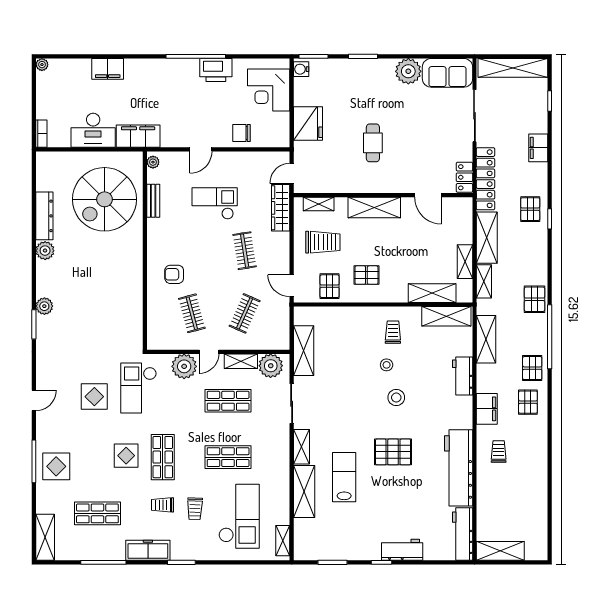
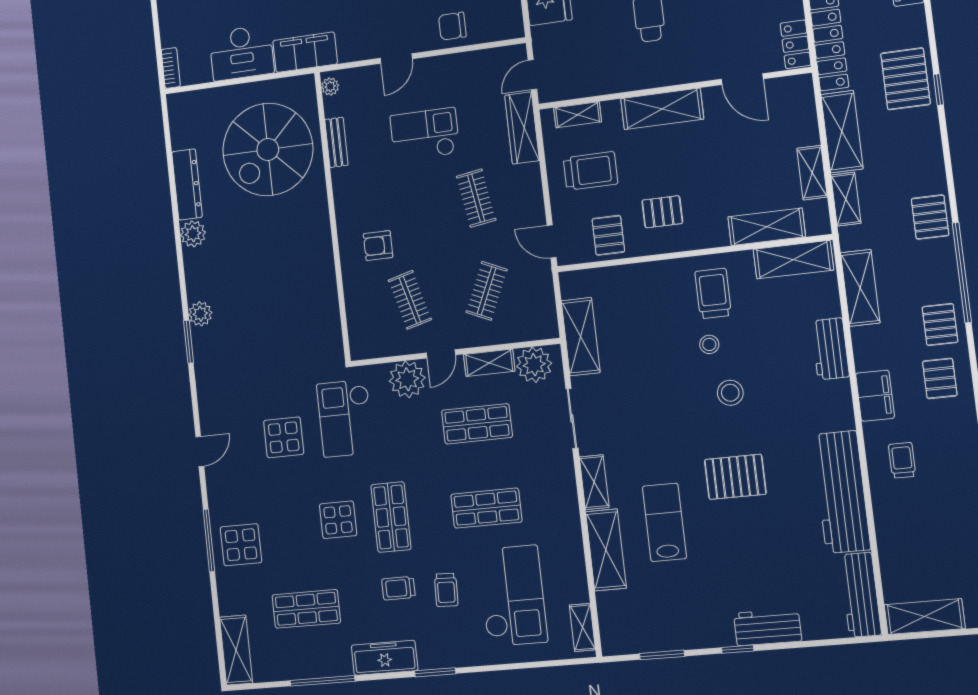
pallet: (530, 209) -> (905, 79), width x1.50, depth x1.42
trolley: (393, 332) -> (713, 293), width x1.36, depth x1.39

